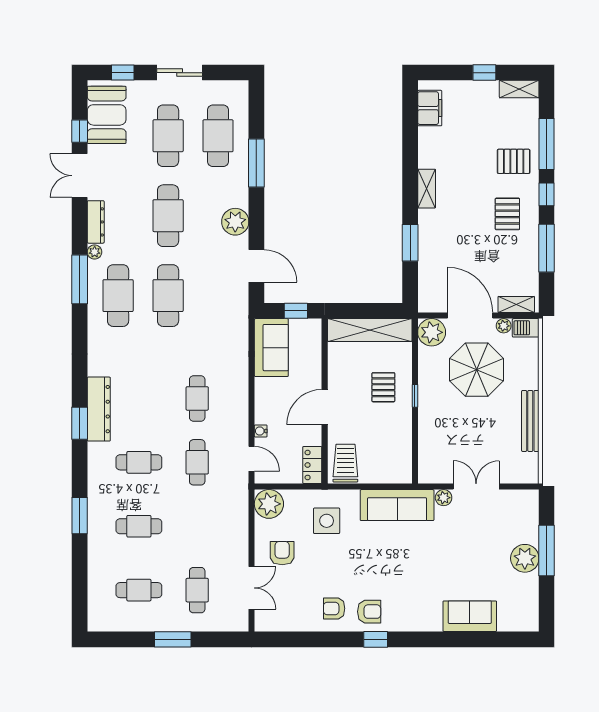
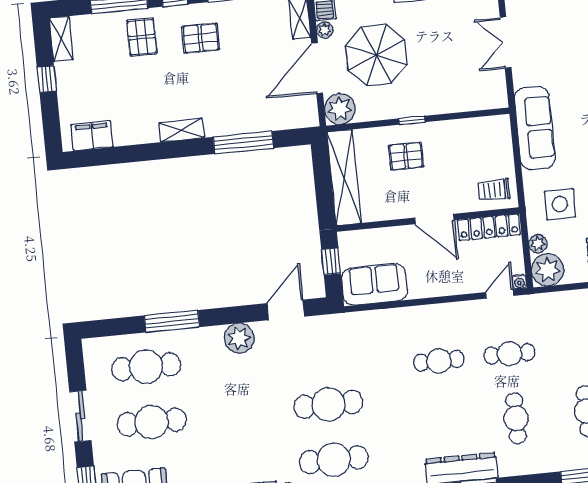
cafe table: (168, 216) -> (240, 413), removed
window: (410, 243) -> (243, 142), width x1.44
water cooler: (261, 431) -> (519, 282), moved
trolley: (345, 463) -> (494, 190), width x0.73, depth x0.72
locker: (312, 465) -> (489, 227), width x1.53
plant: (444, 498) -> (538, 244), moved

